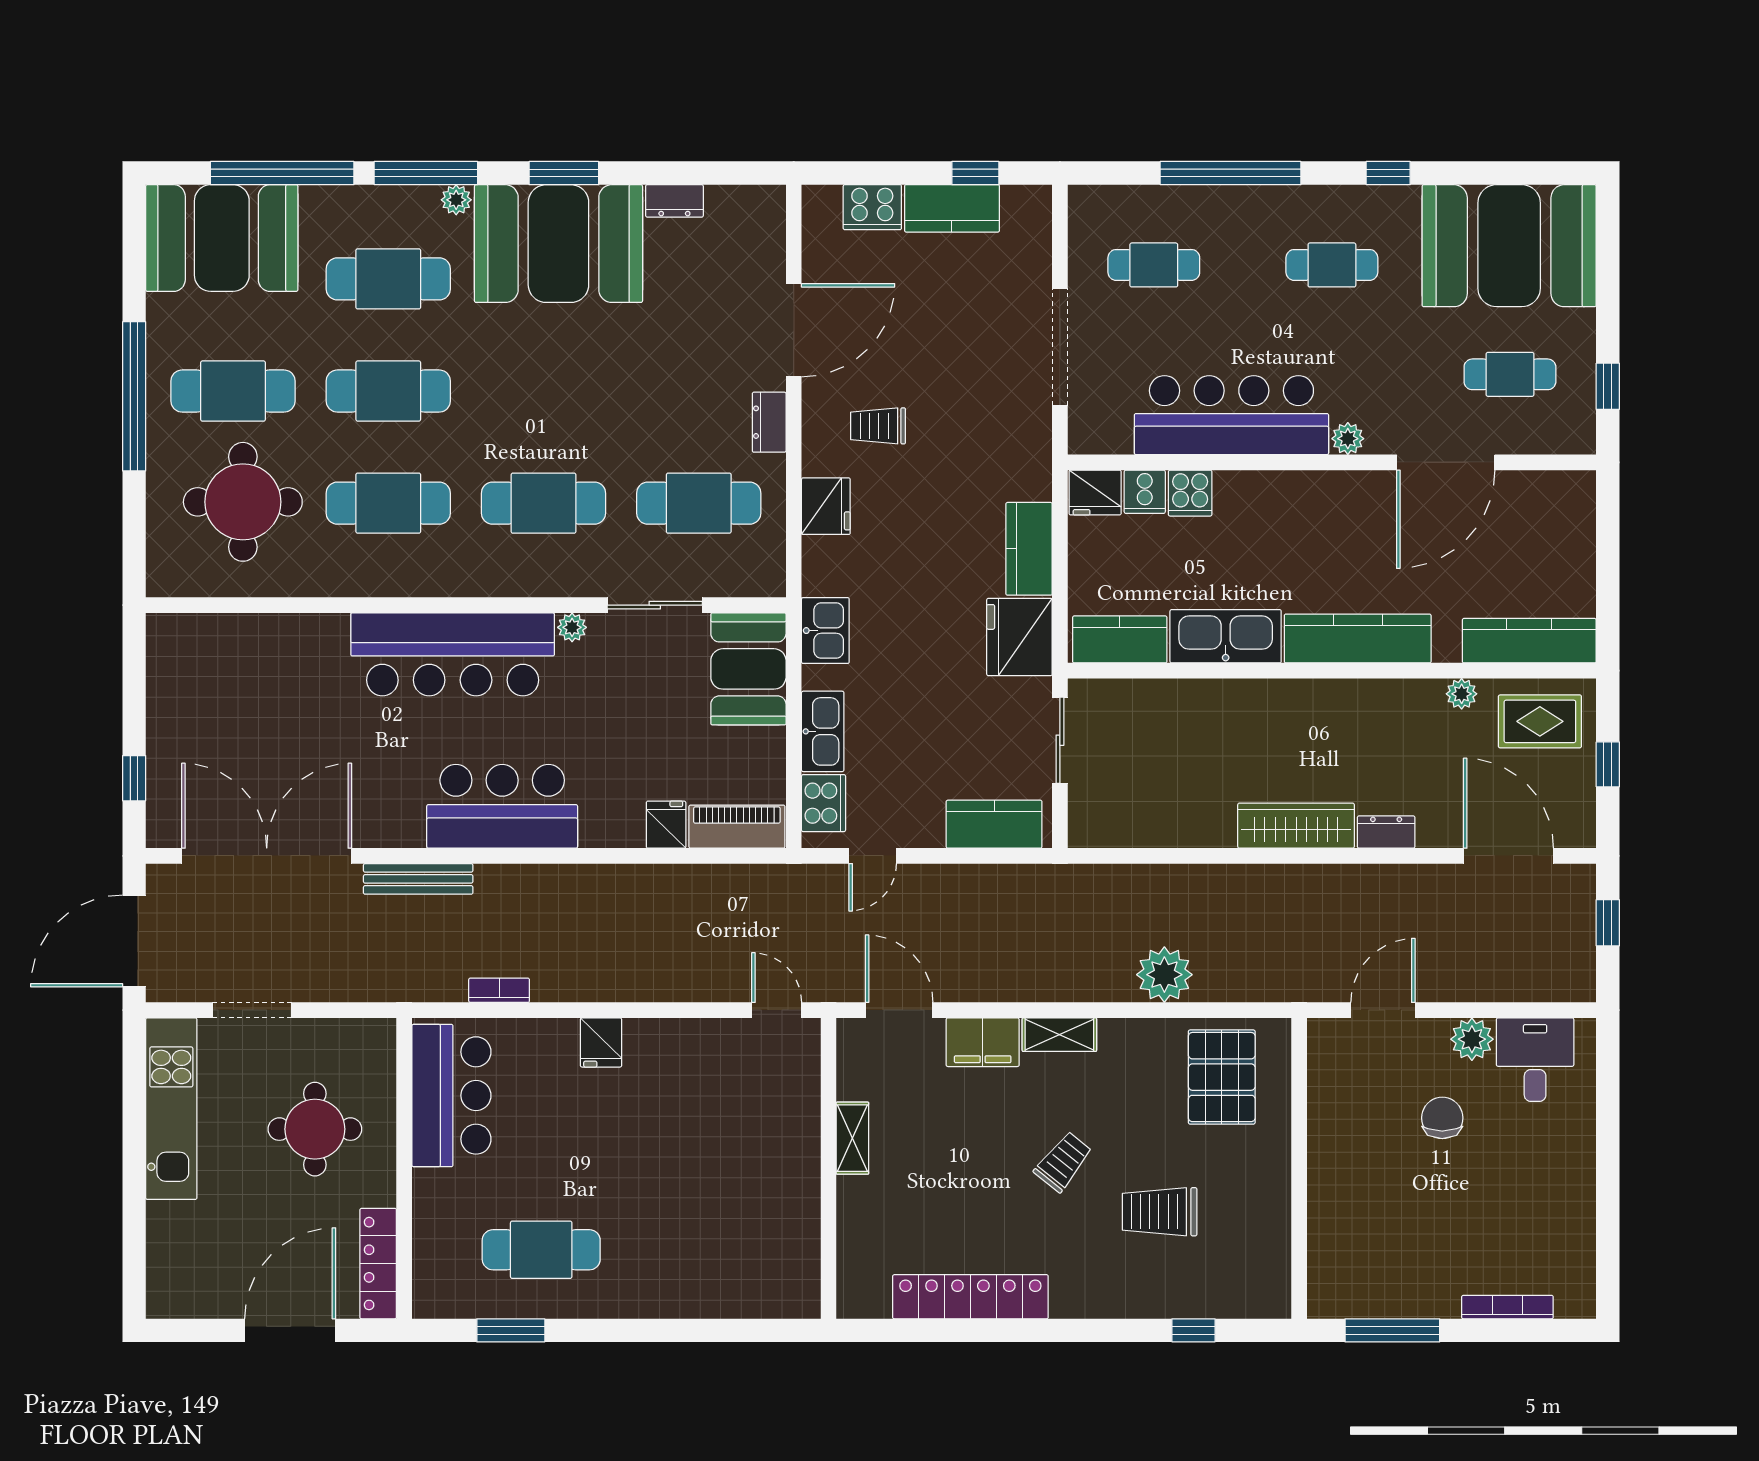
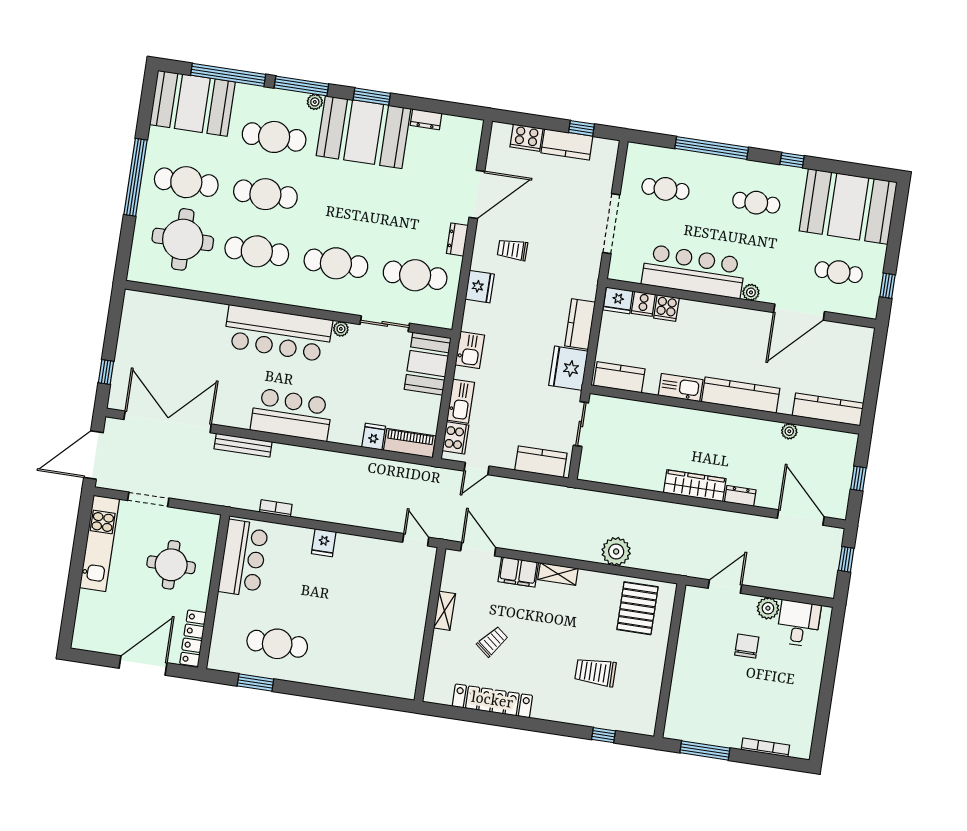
kitchen sink: (1226, 636) -> (681, 388), width x0.73, depth x0.81
rug: (1540, 721) -> (827, 451), removed
trolley: (1063, 1162) -> (492, 641), moved

